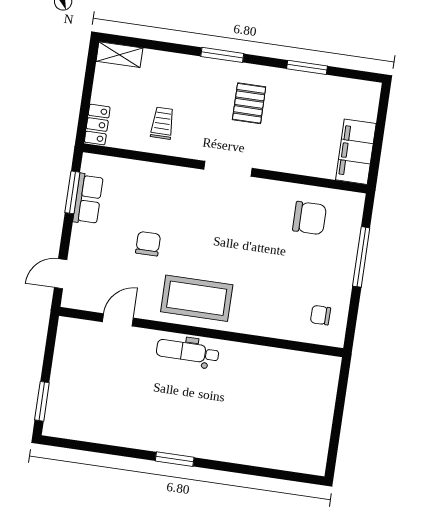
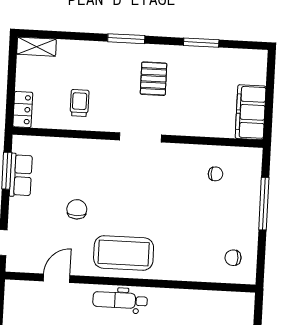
chair: (309, 218) -> (216, 174), width x0.54, depth x0.54

